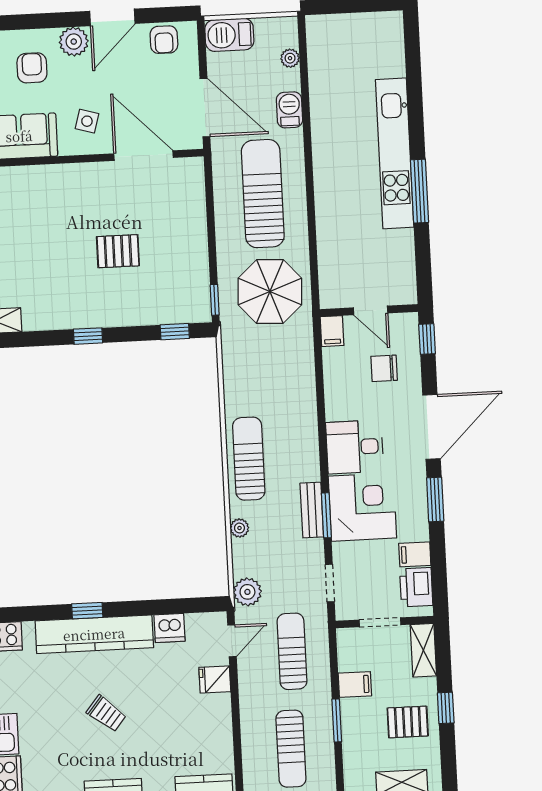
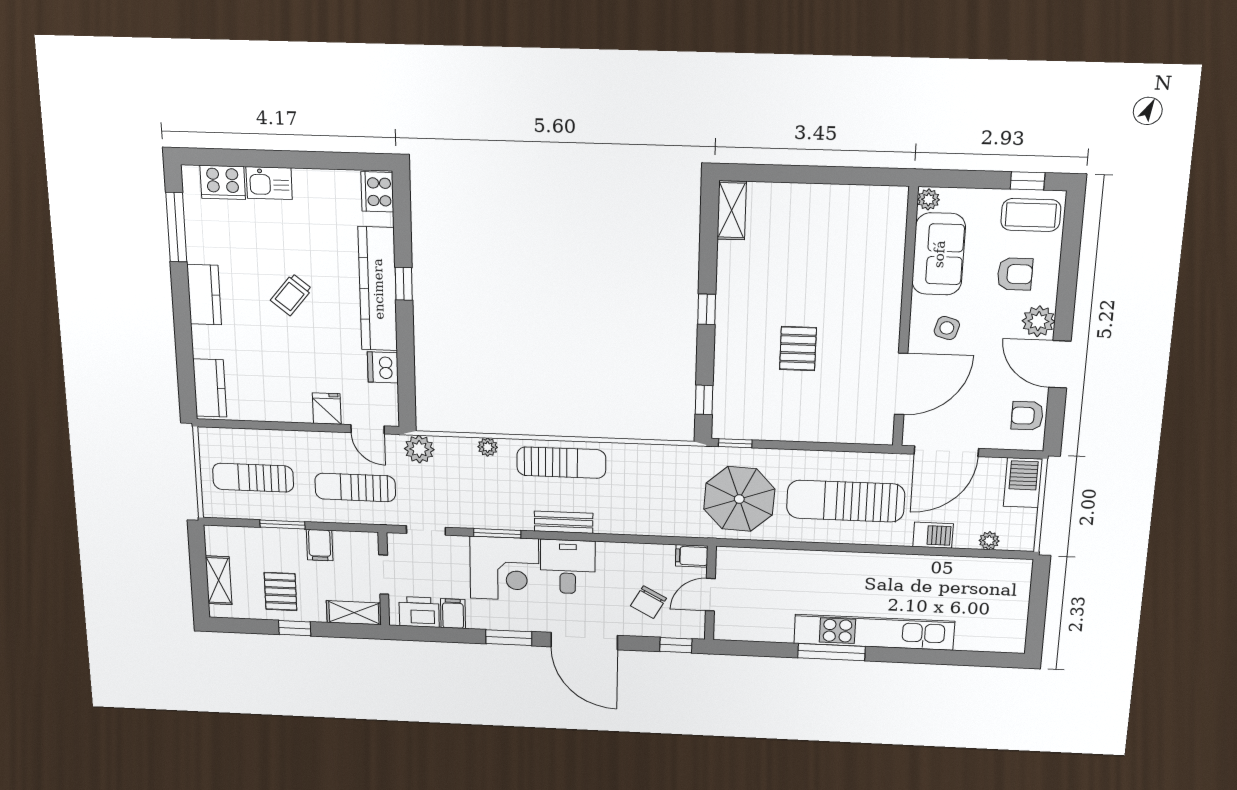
sun lounger: (263, 194) -> (846, 501), turned 180
chair: (384, 368) -> (648, 602), turned -151
bench: (312, 510) -> (564, 522), moved
sun lounger: (292, 651) -> (355, 487), turned 180

